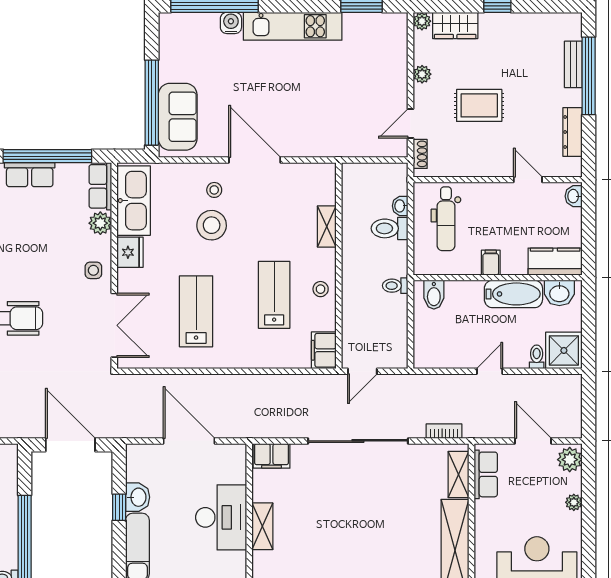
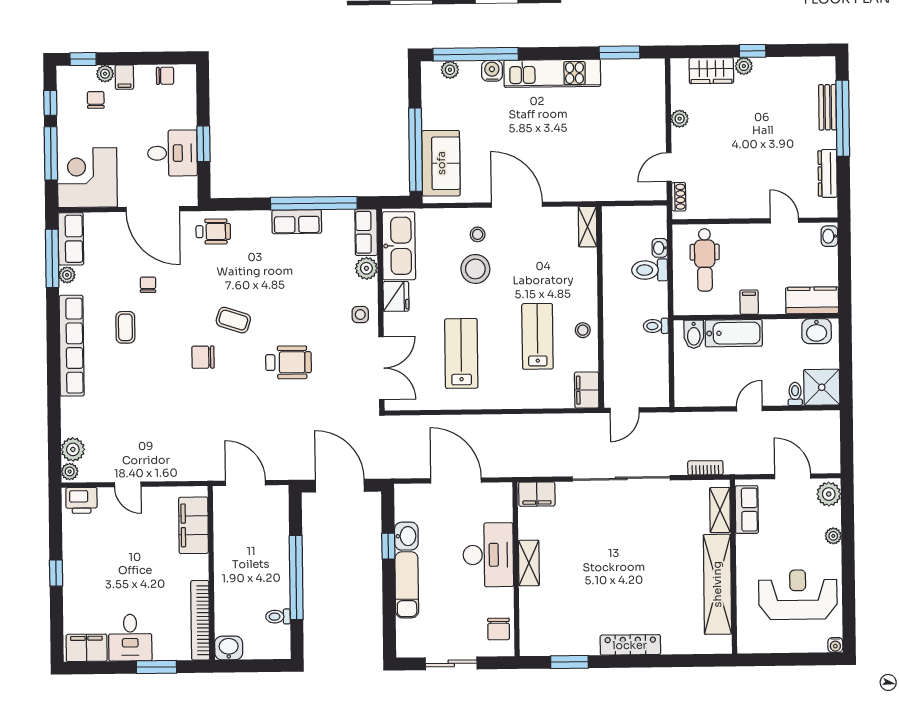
plant: (188, 21) -> (450, 70), added
plant: (422, 21) -> (744, 66), moved
rug: (479, 105) -> (736, 149), removed
shelving: (327, 226) -> (588, 227), moved
bathtub: (513, 294) -> (734, 333), moved

